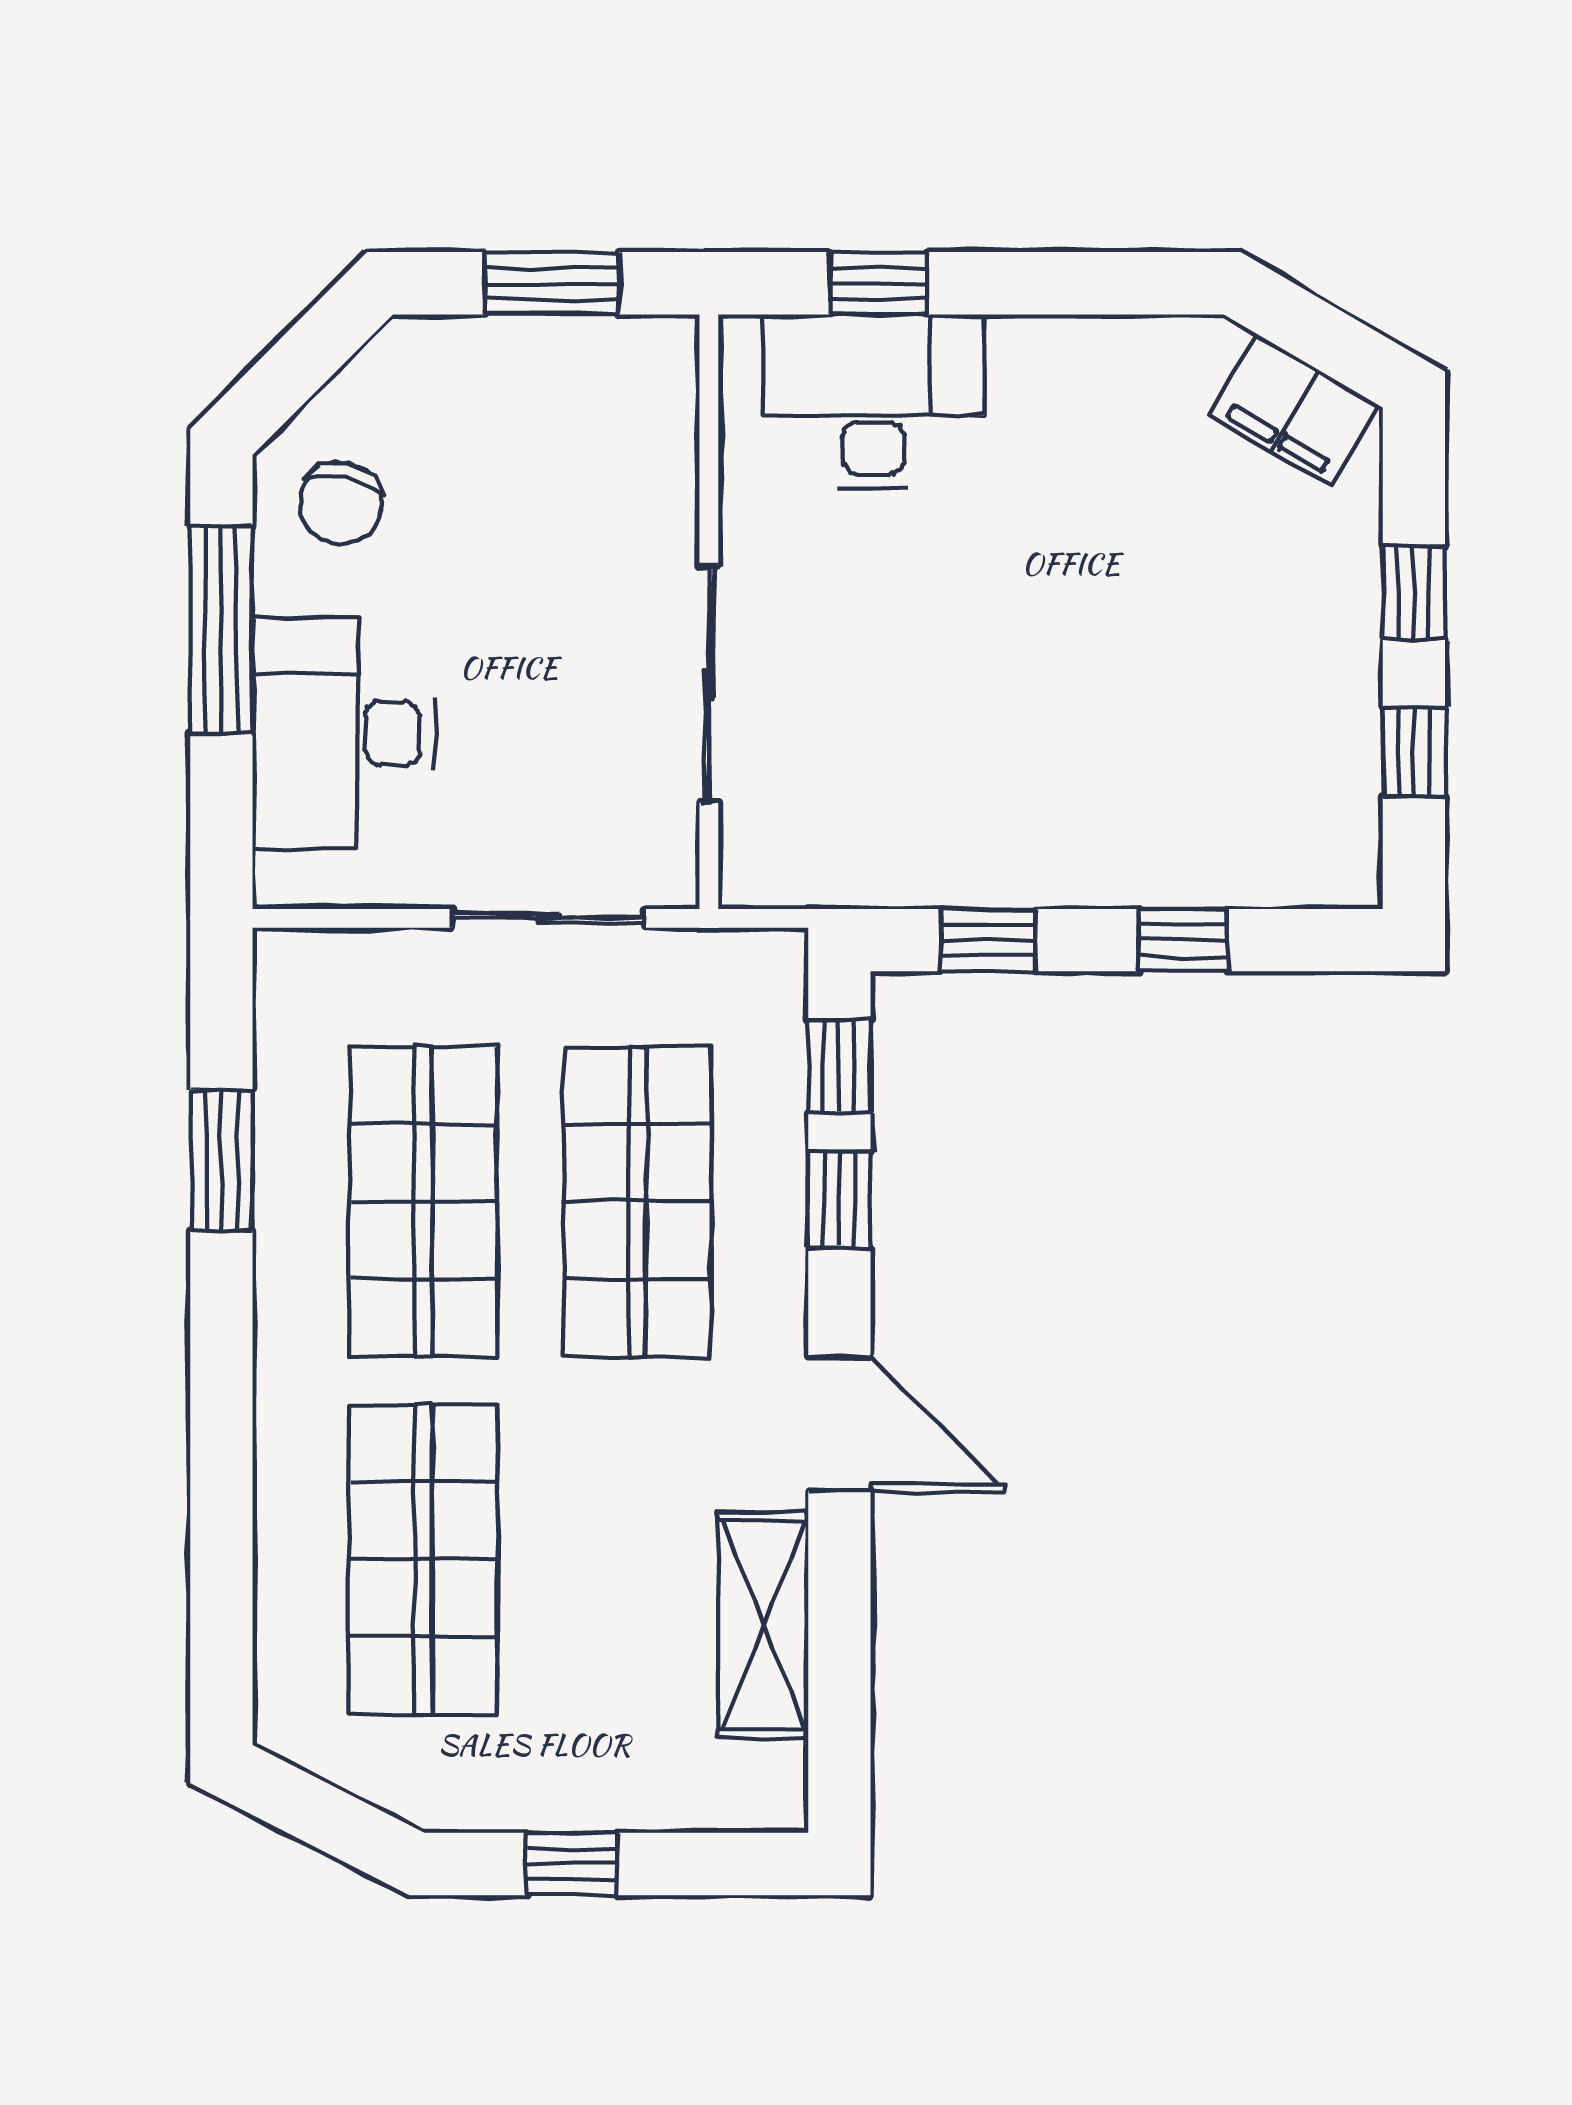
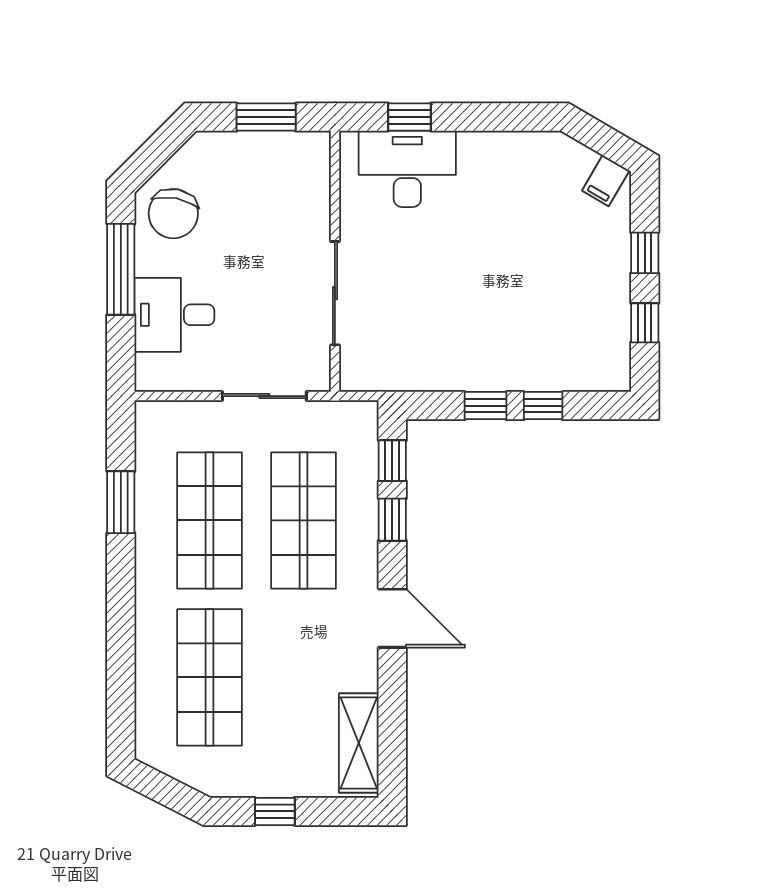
filing cabinet: (1295, 410) -> (606, 181), width x0.50
chair: (341, 503) -> (173, 214), width x1.37, depth x1.37
desk: (343, 733) -> (174, 315), width x0.73
window: (988, 940) -> (486, 406), moved
shelving: (763, 1625) -> (359, 743), moved

